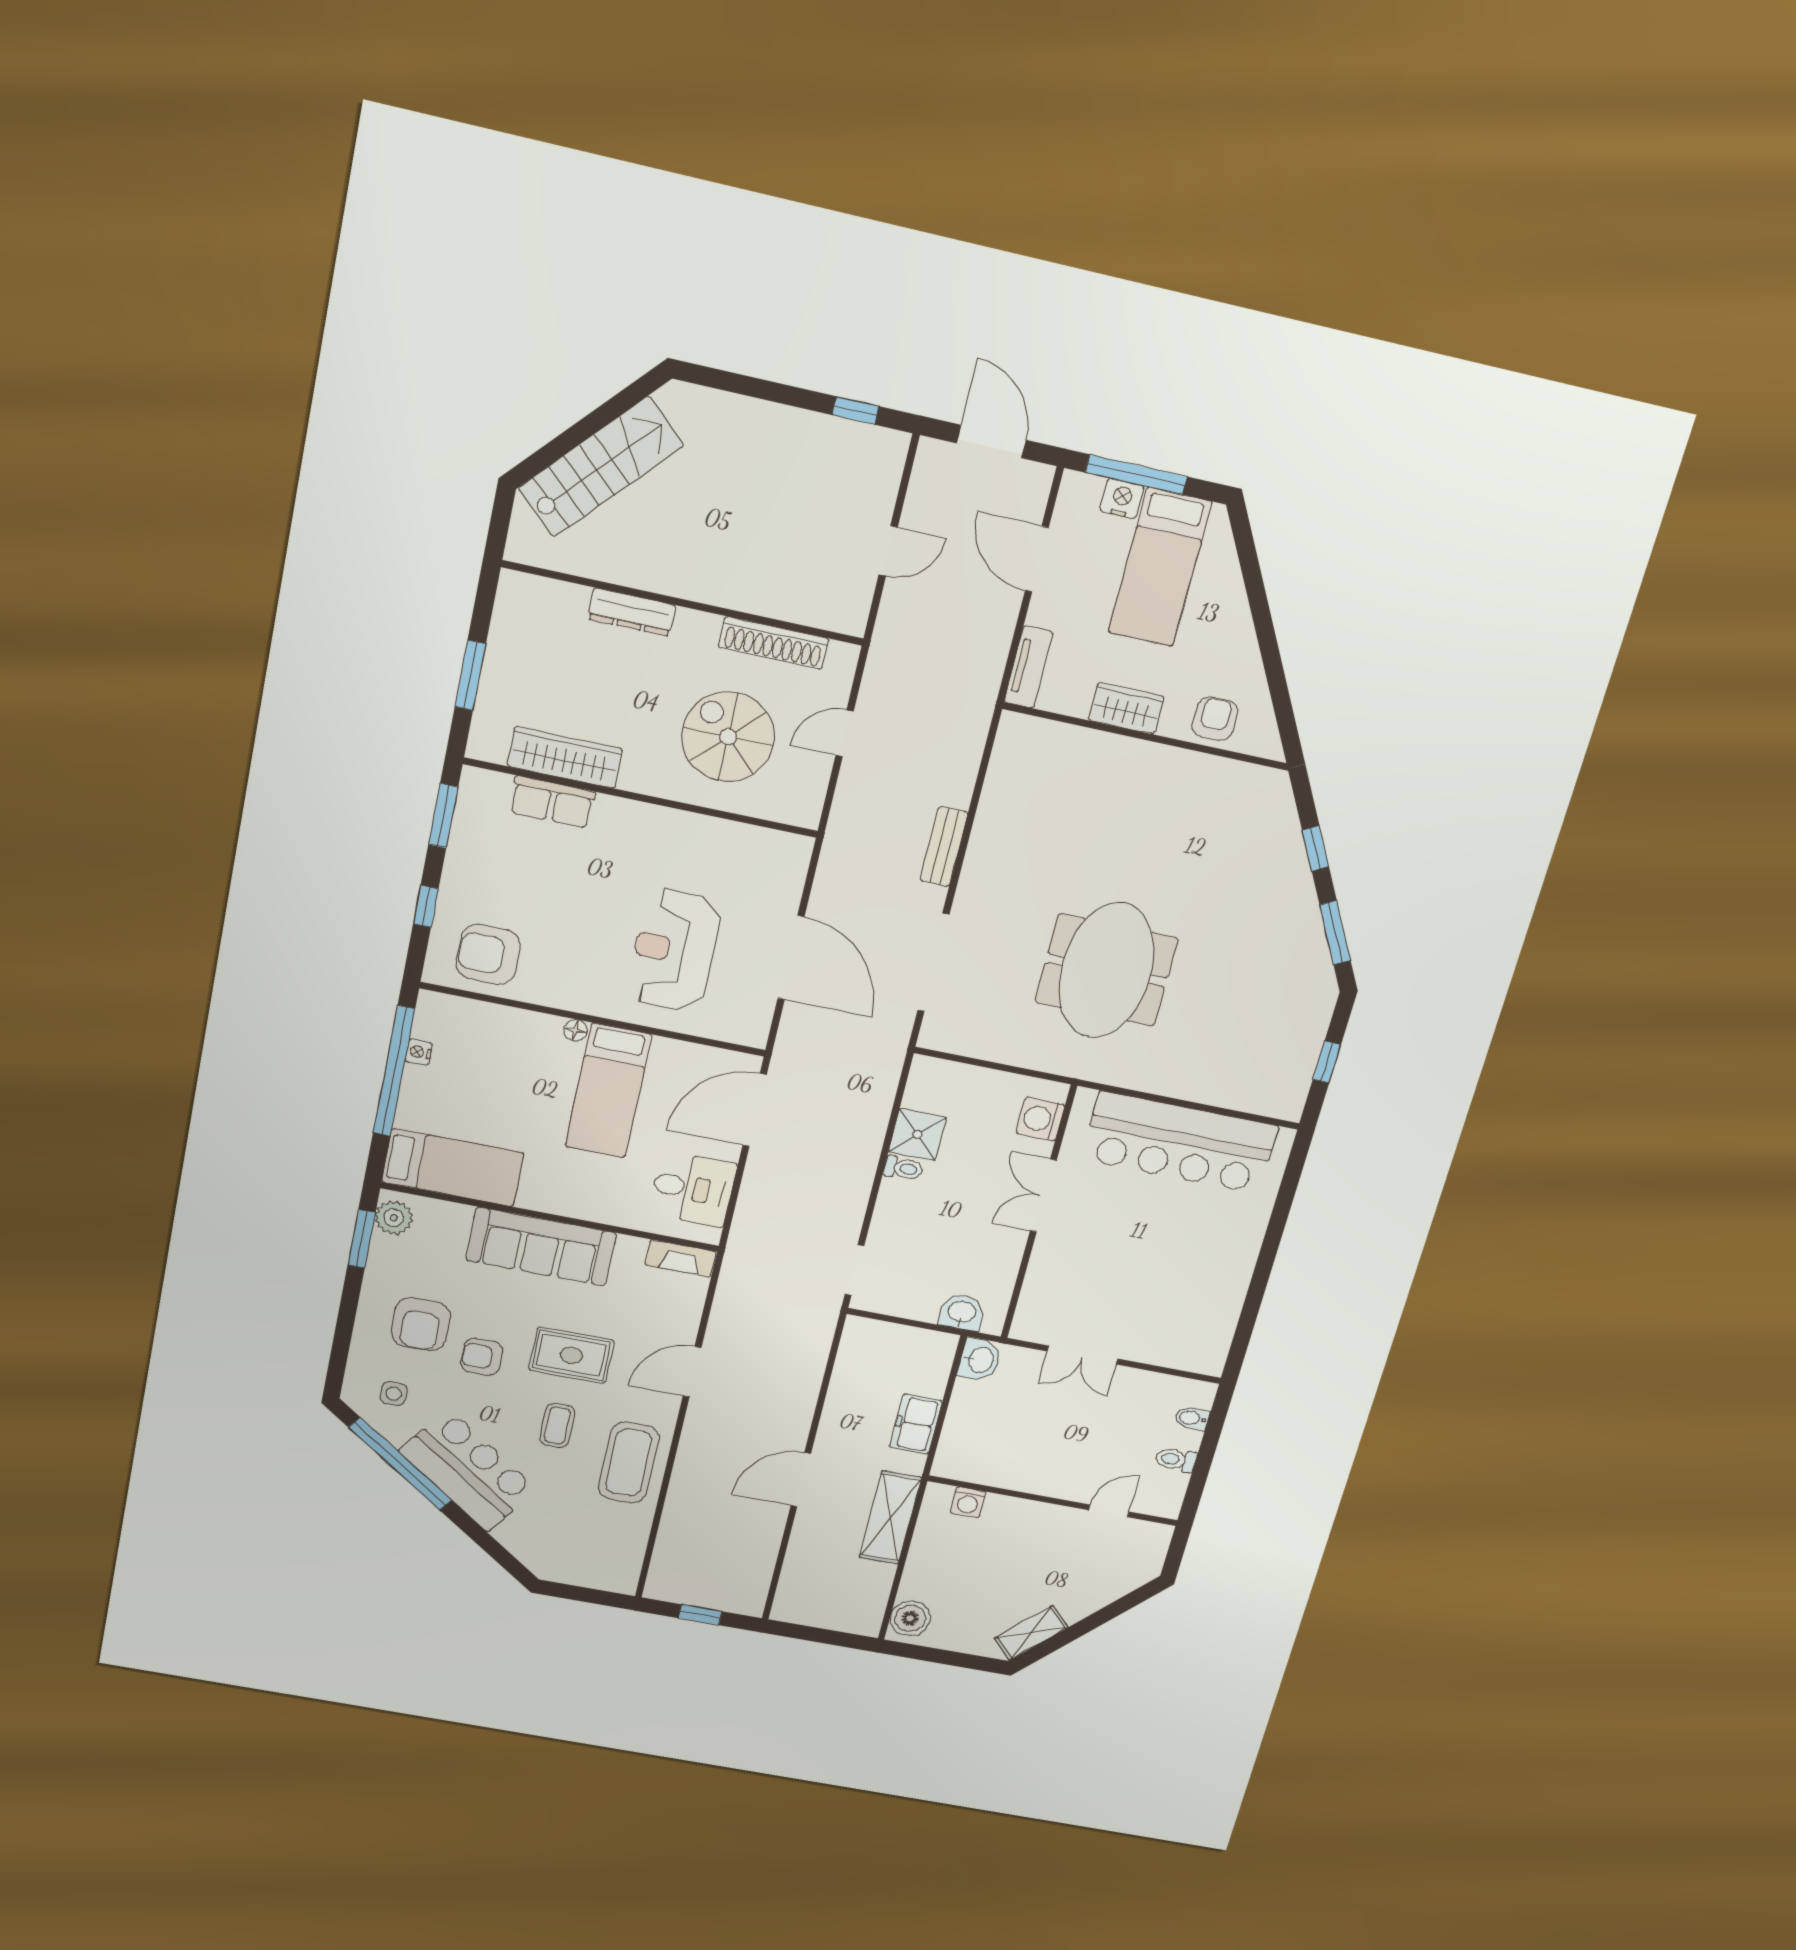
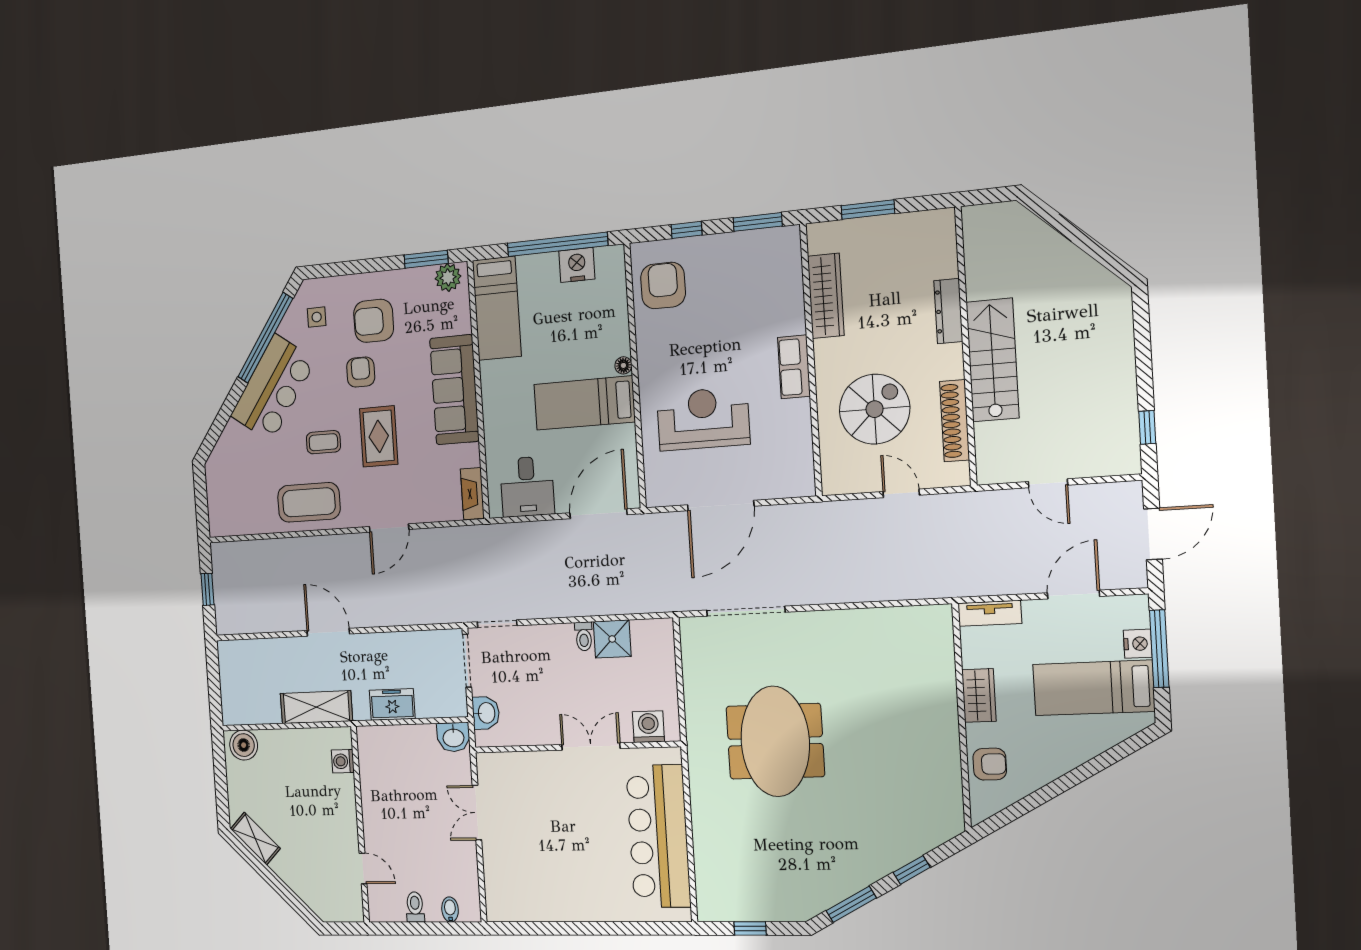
stairs: (601, 467) -> (993, 360), moved, turned -133
row of seats: (552, 802) -> (794, 367), moved
bench: (944, 847) -> (836, 592), removed
meeting table: (1106, 970) -> (775, 741), turned 90
nightstand: (419, 1052) -> (577, 265), width x1.89, depth x1.79
door: (755, 1110) -> (598, 514), hinge flipped
doorway: (890, 1319) -> (467, 661), added
door: (692, 1372) -> (389, 528), swing flipped

